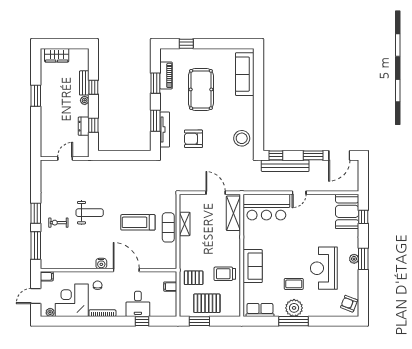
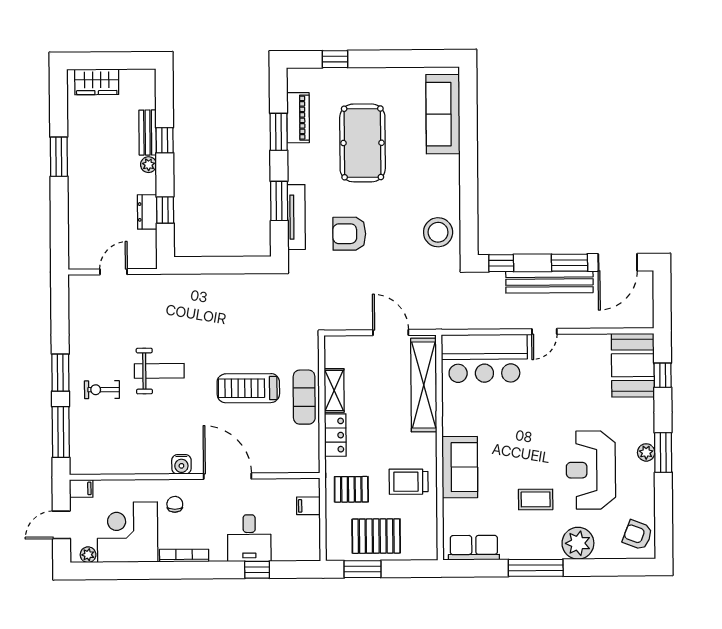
bench: (285, 166) -> (549, 282), moved
shelving: (233, 213) -> (424, 385), width x1.47
locker: (185, 248) -> (335, 435), added
plant: (294, 308) -> (578, 543), moved

